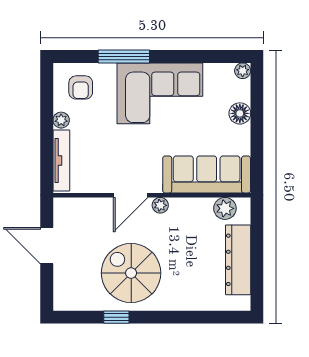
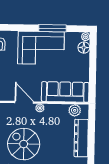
window: (124, 57) -> (53, 28), moved
floor lamp: (240, 113) -> (84, 48), moved
door: (131, 195) -> (24, 102), swing flipped

